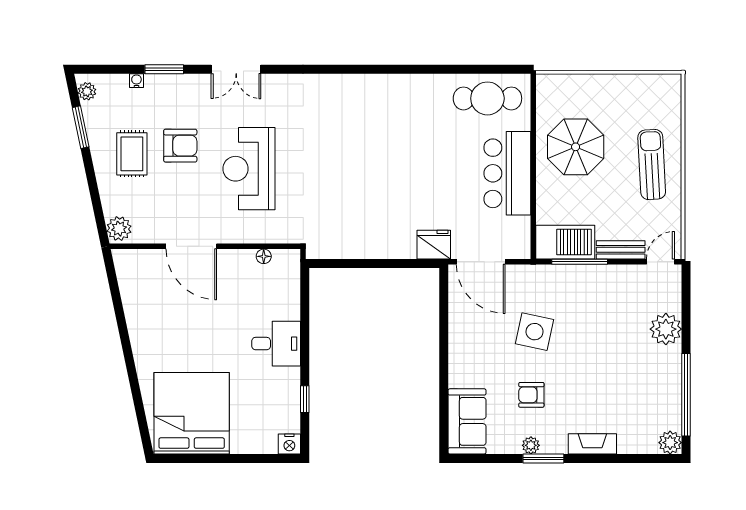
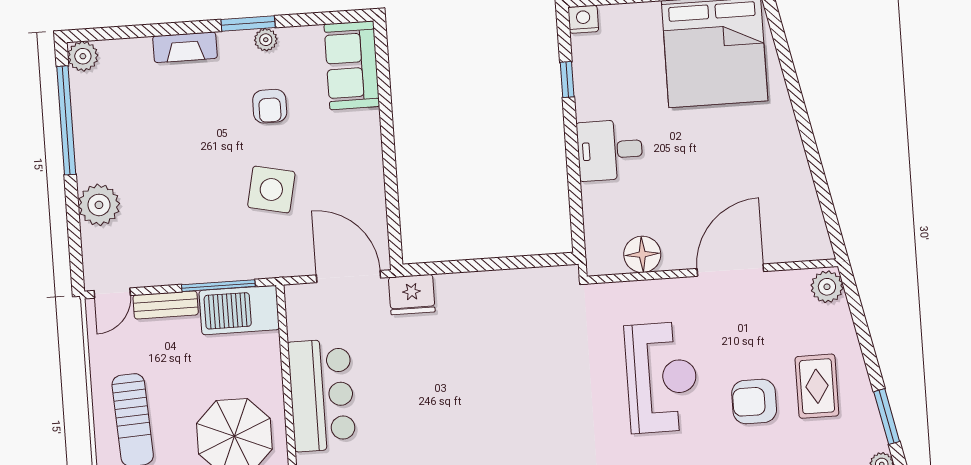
door: (191, 246) -> (730, 270), hinge flipped
floor lamp: (264, 256) -> (642, 254), width x1.89, depth x1.89
armchair: (531, 395) -> (270, 106), turned 90

